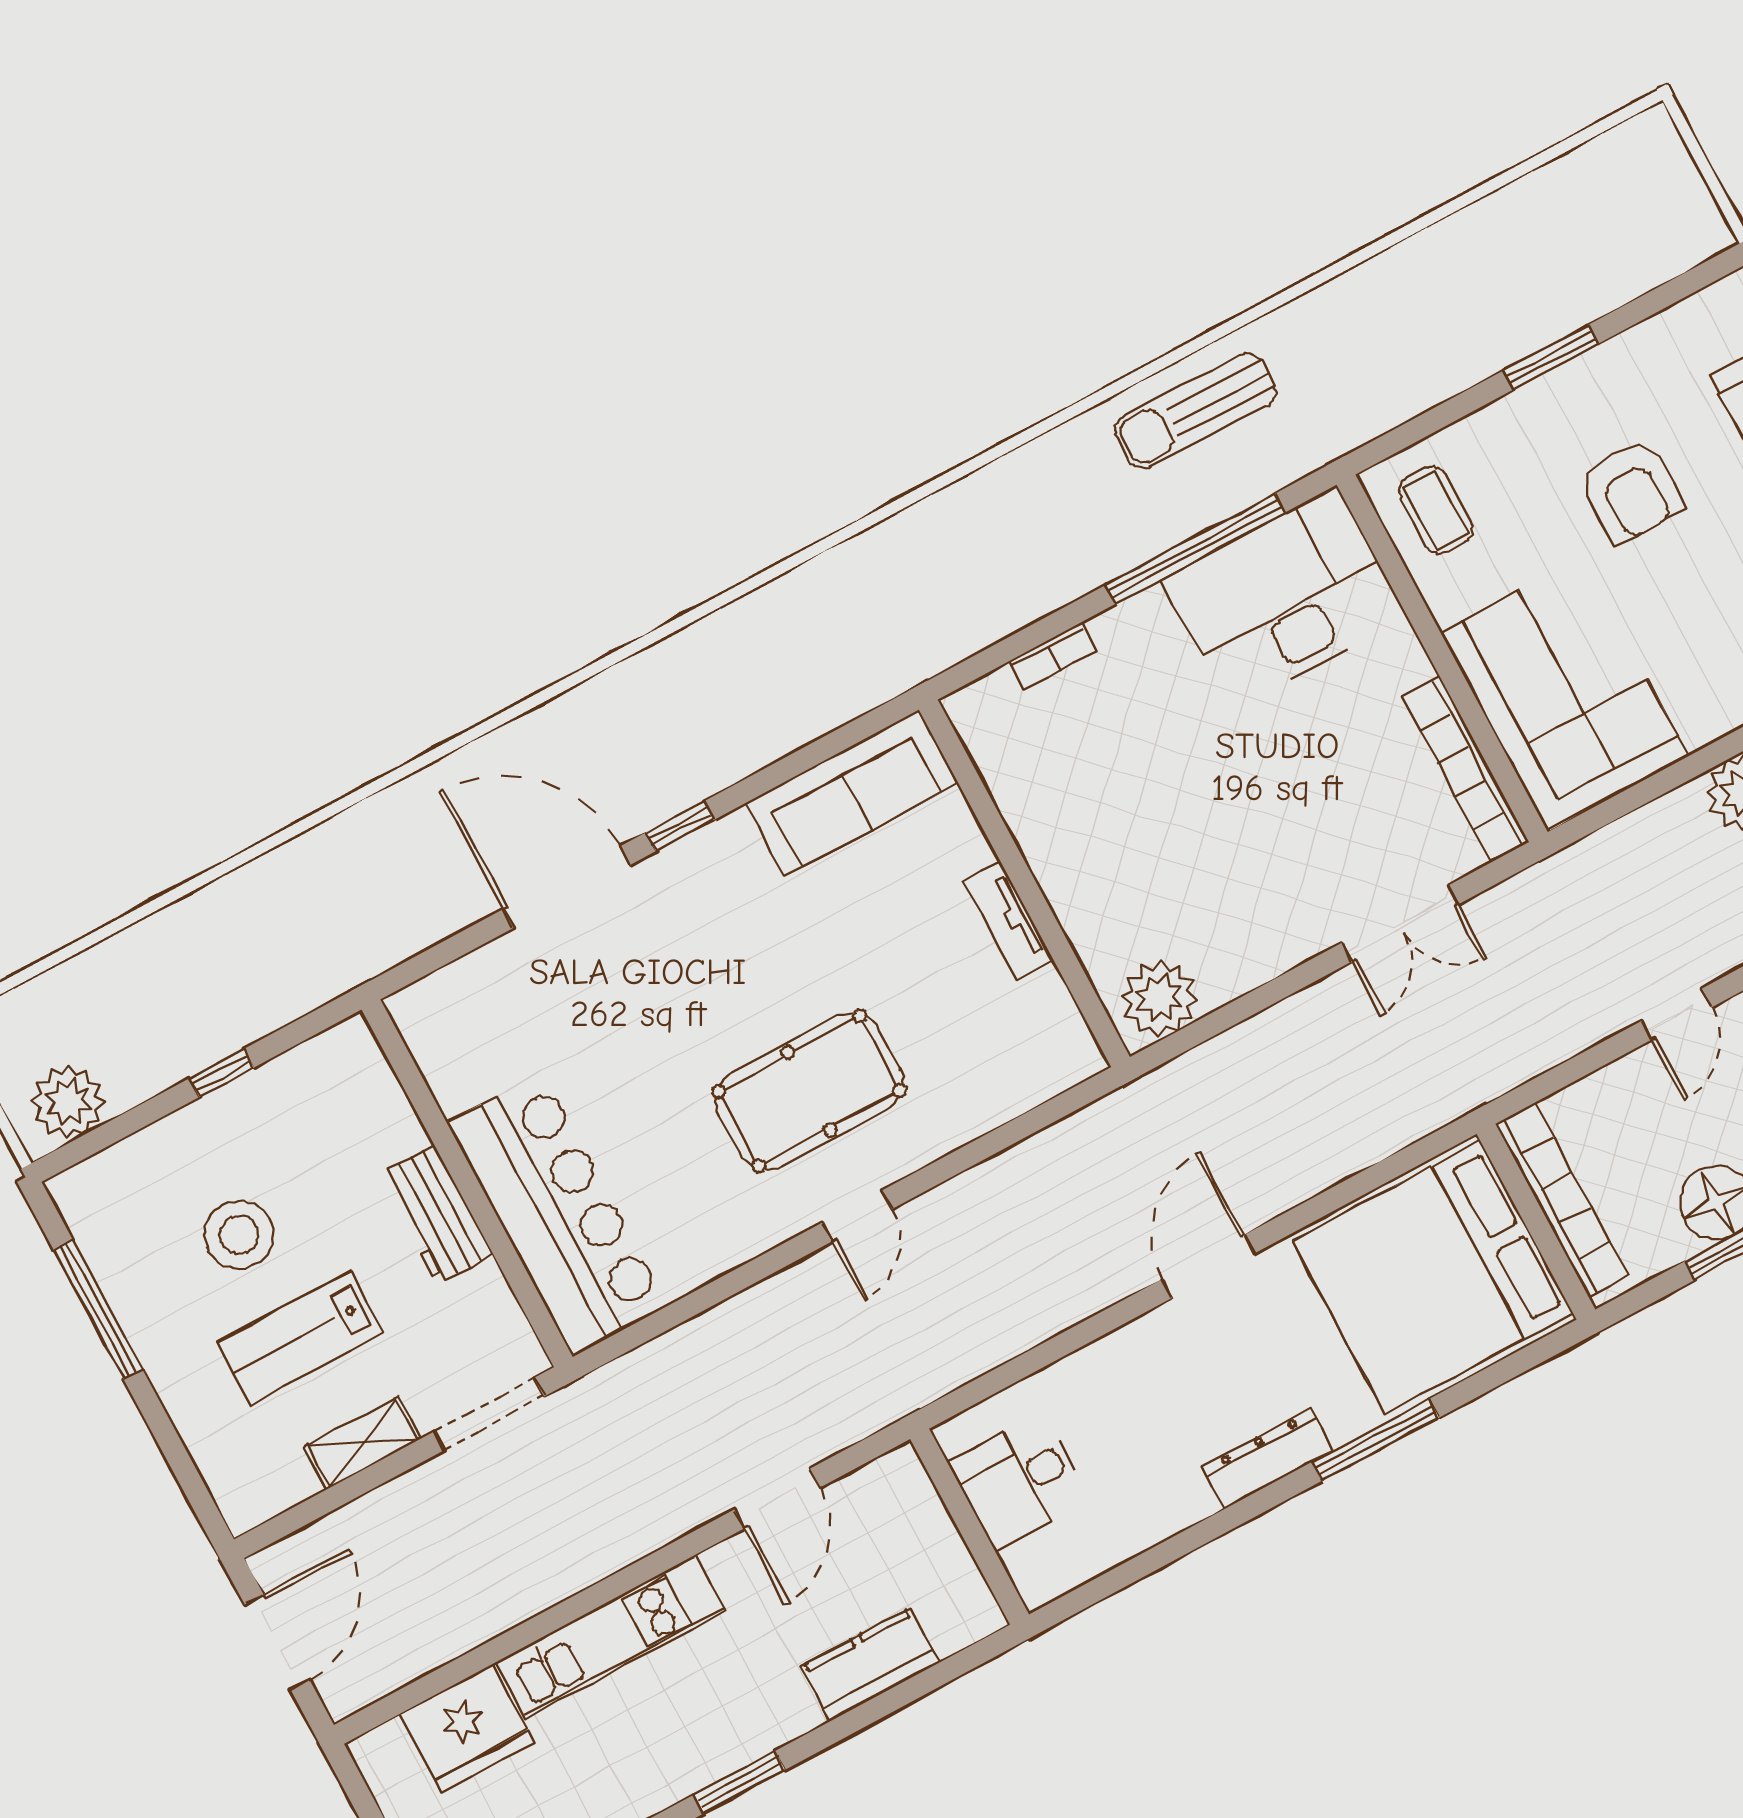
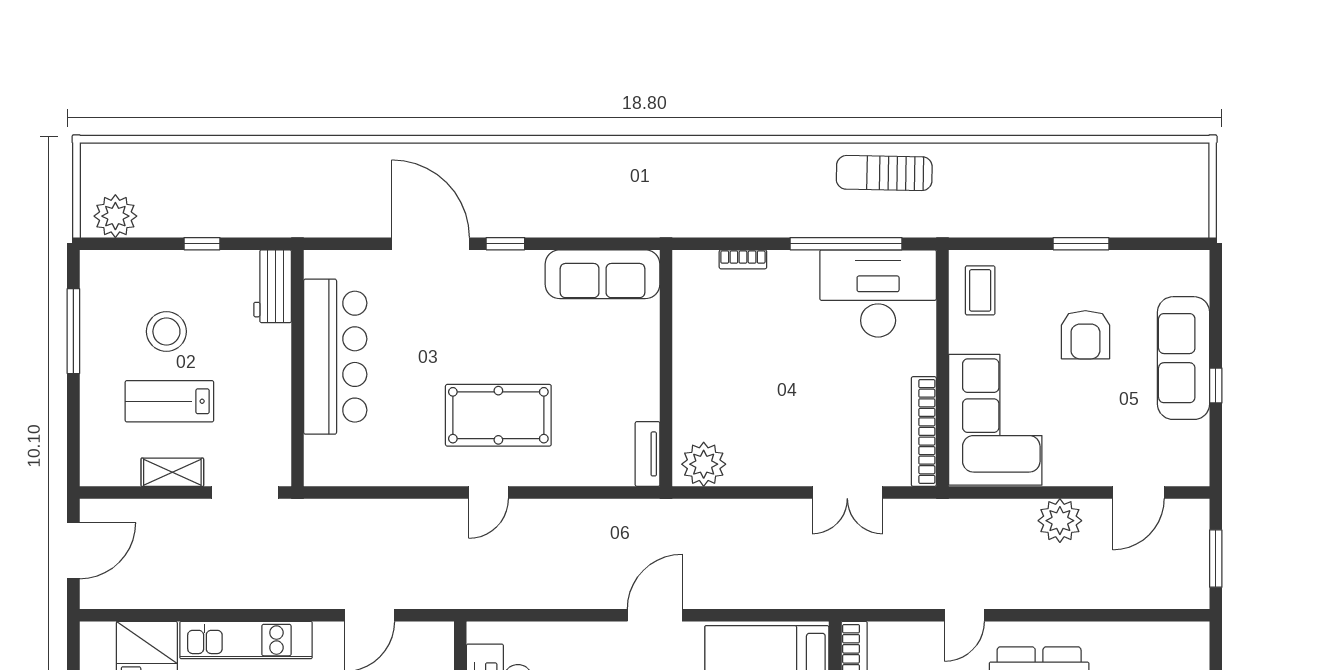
tv unit: (1008, 921) -> (648, 454), moved
bar counter: (557, 1214) -> (335, 357), moved
workbench: (436, 1215) -> (273, 286), moved

